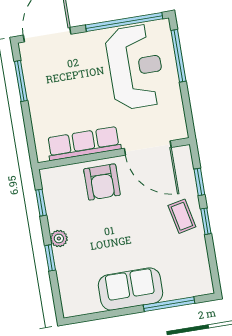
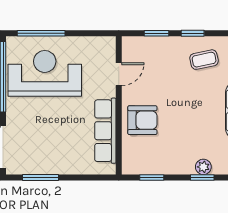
door: (148, 148) -> (119, 74), width x0.53
coffee table: (182, 216) -> (204, 60), moved
plant: (59, 238) -> (203, 167), moved

